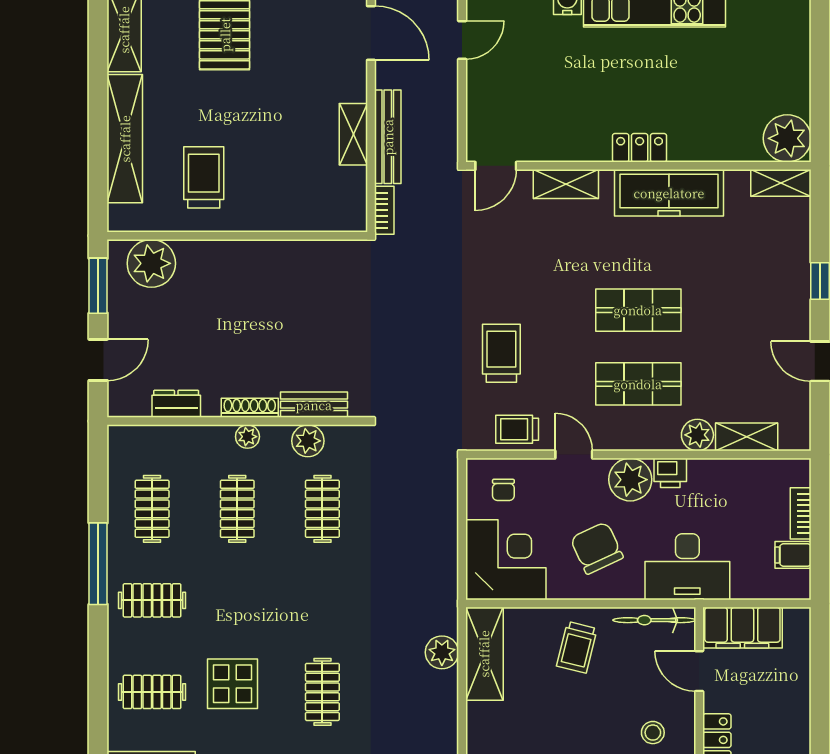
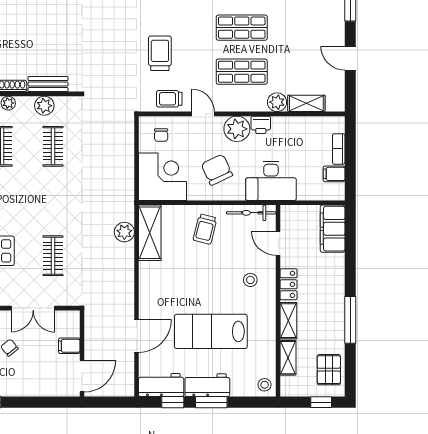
filing cabinet: (742, 628) -> (333, 229), moved, turned 90

